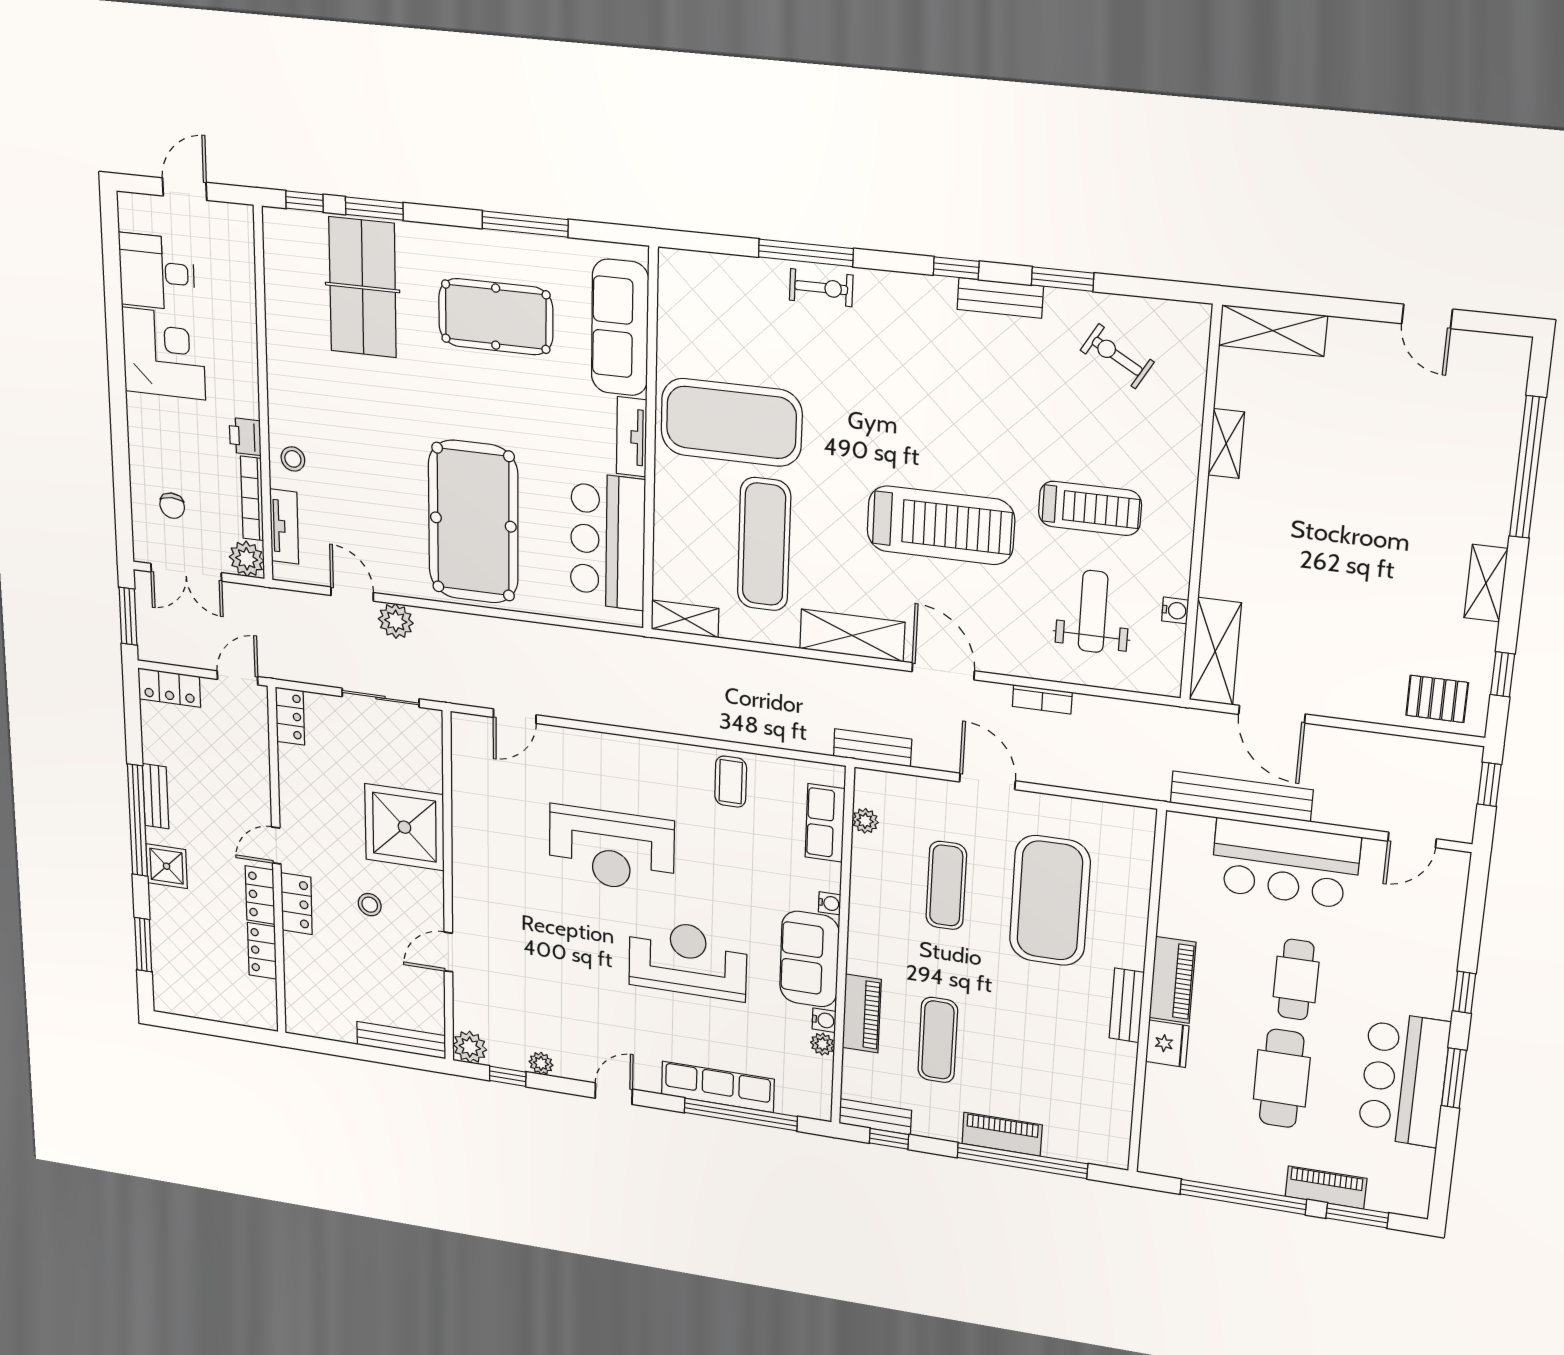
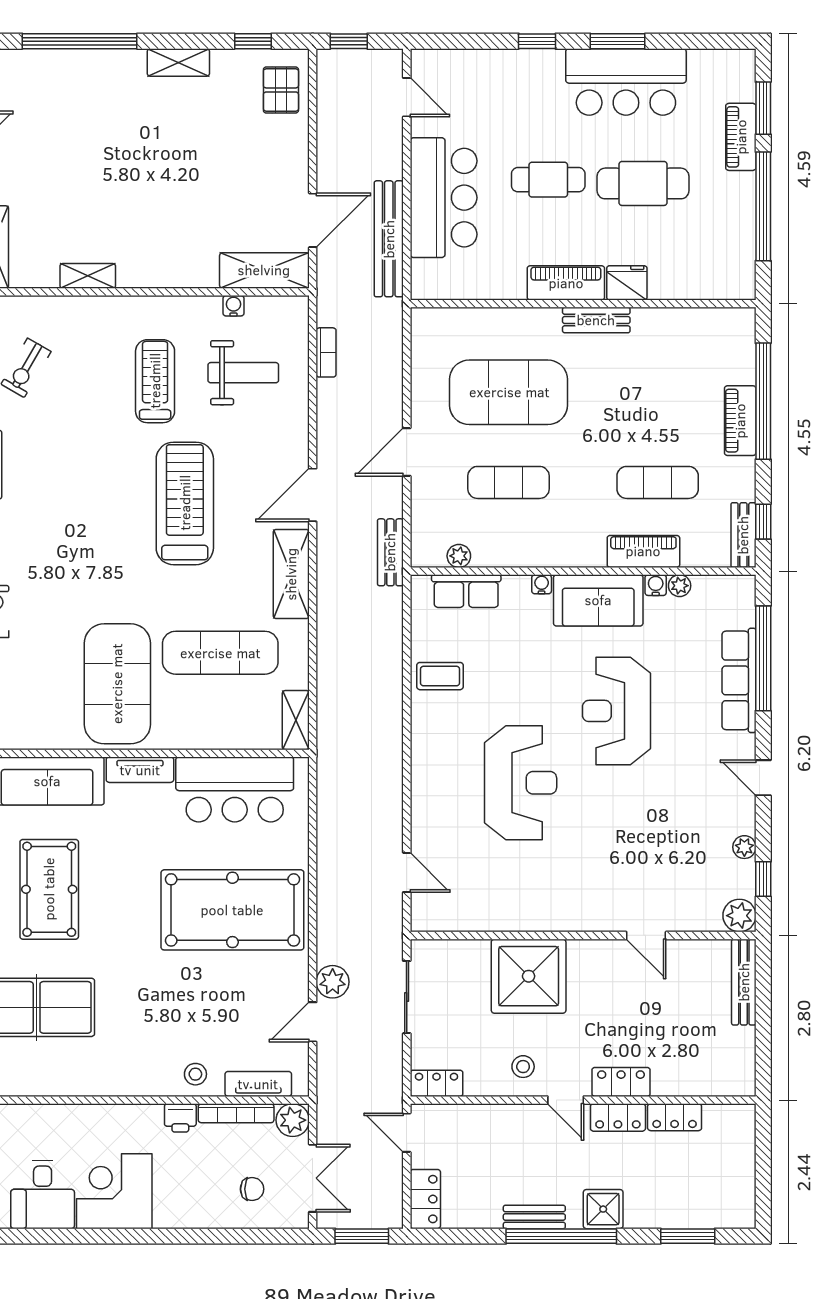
weight bench: (1093, 611) -> (243, 373), turned 180
bookcase: (1042, 699) -> (326, 352), moved
stool: (370, 905) -> (523, 1067), moved

